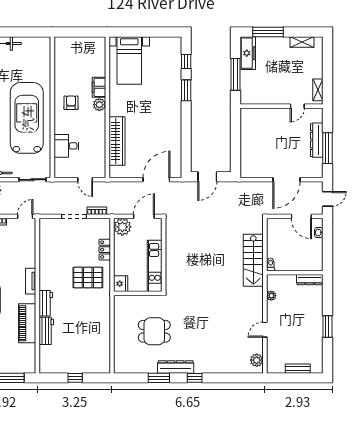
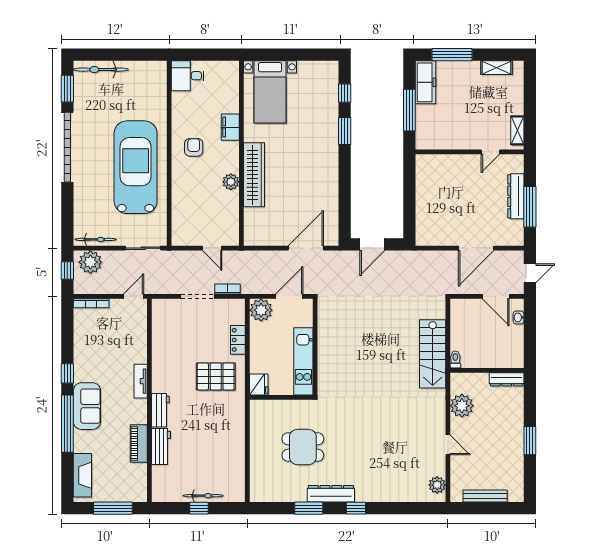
plant: (99, 105) -> (231, 182), moved
wardrobe: (117, 141) -> (254, 175), moved
desk: (66, 146) -> (188, 76), moved
plant: (271, 296) -> (462, 406), width x1.88, depth x1.88
piano: (27, 323) -> (139, 443), width x0.73, depth x0.75
door: (265, 330) -> (448, 445), swing flipped
bicycle: (78, 368) -> (203, 496), added
bench: (298, 369) -> (485, 496), width x1.36

